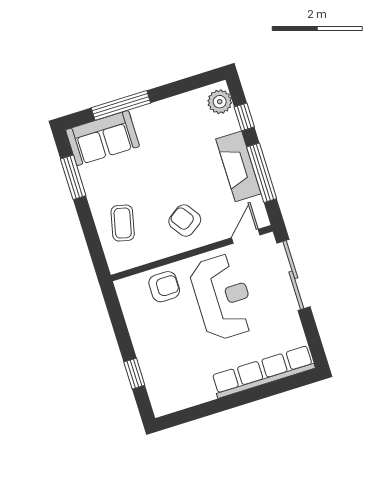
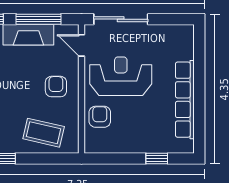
armchair: (185, 221) -> (56, 87), turned 125
coffee table: (123, 223) -> (44, 133), width x1.36, depth x1.30
row of seats: (263, 372) -> (185, 100), moved

